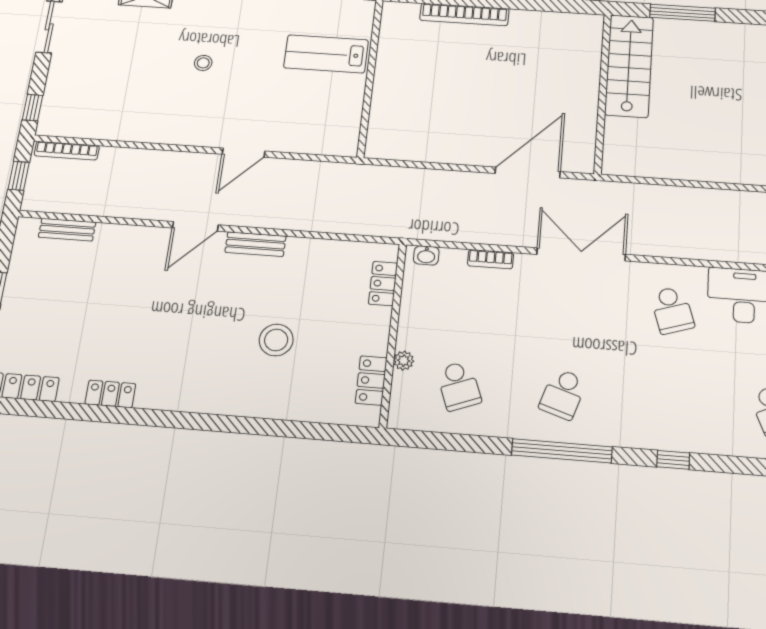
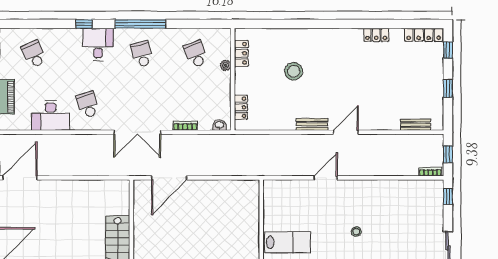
bookcase: (67, 151) -> (430, 172), width x0.64
school desk: (563, 394) -> (142, 54), turned -33
desk: (647, 419) -> (98, 44), added

